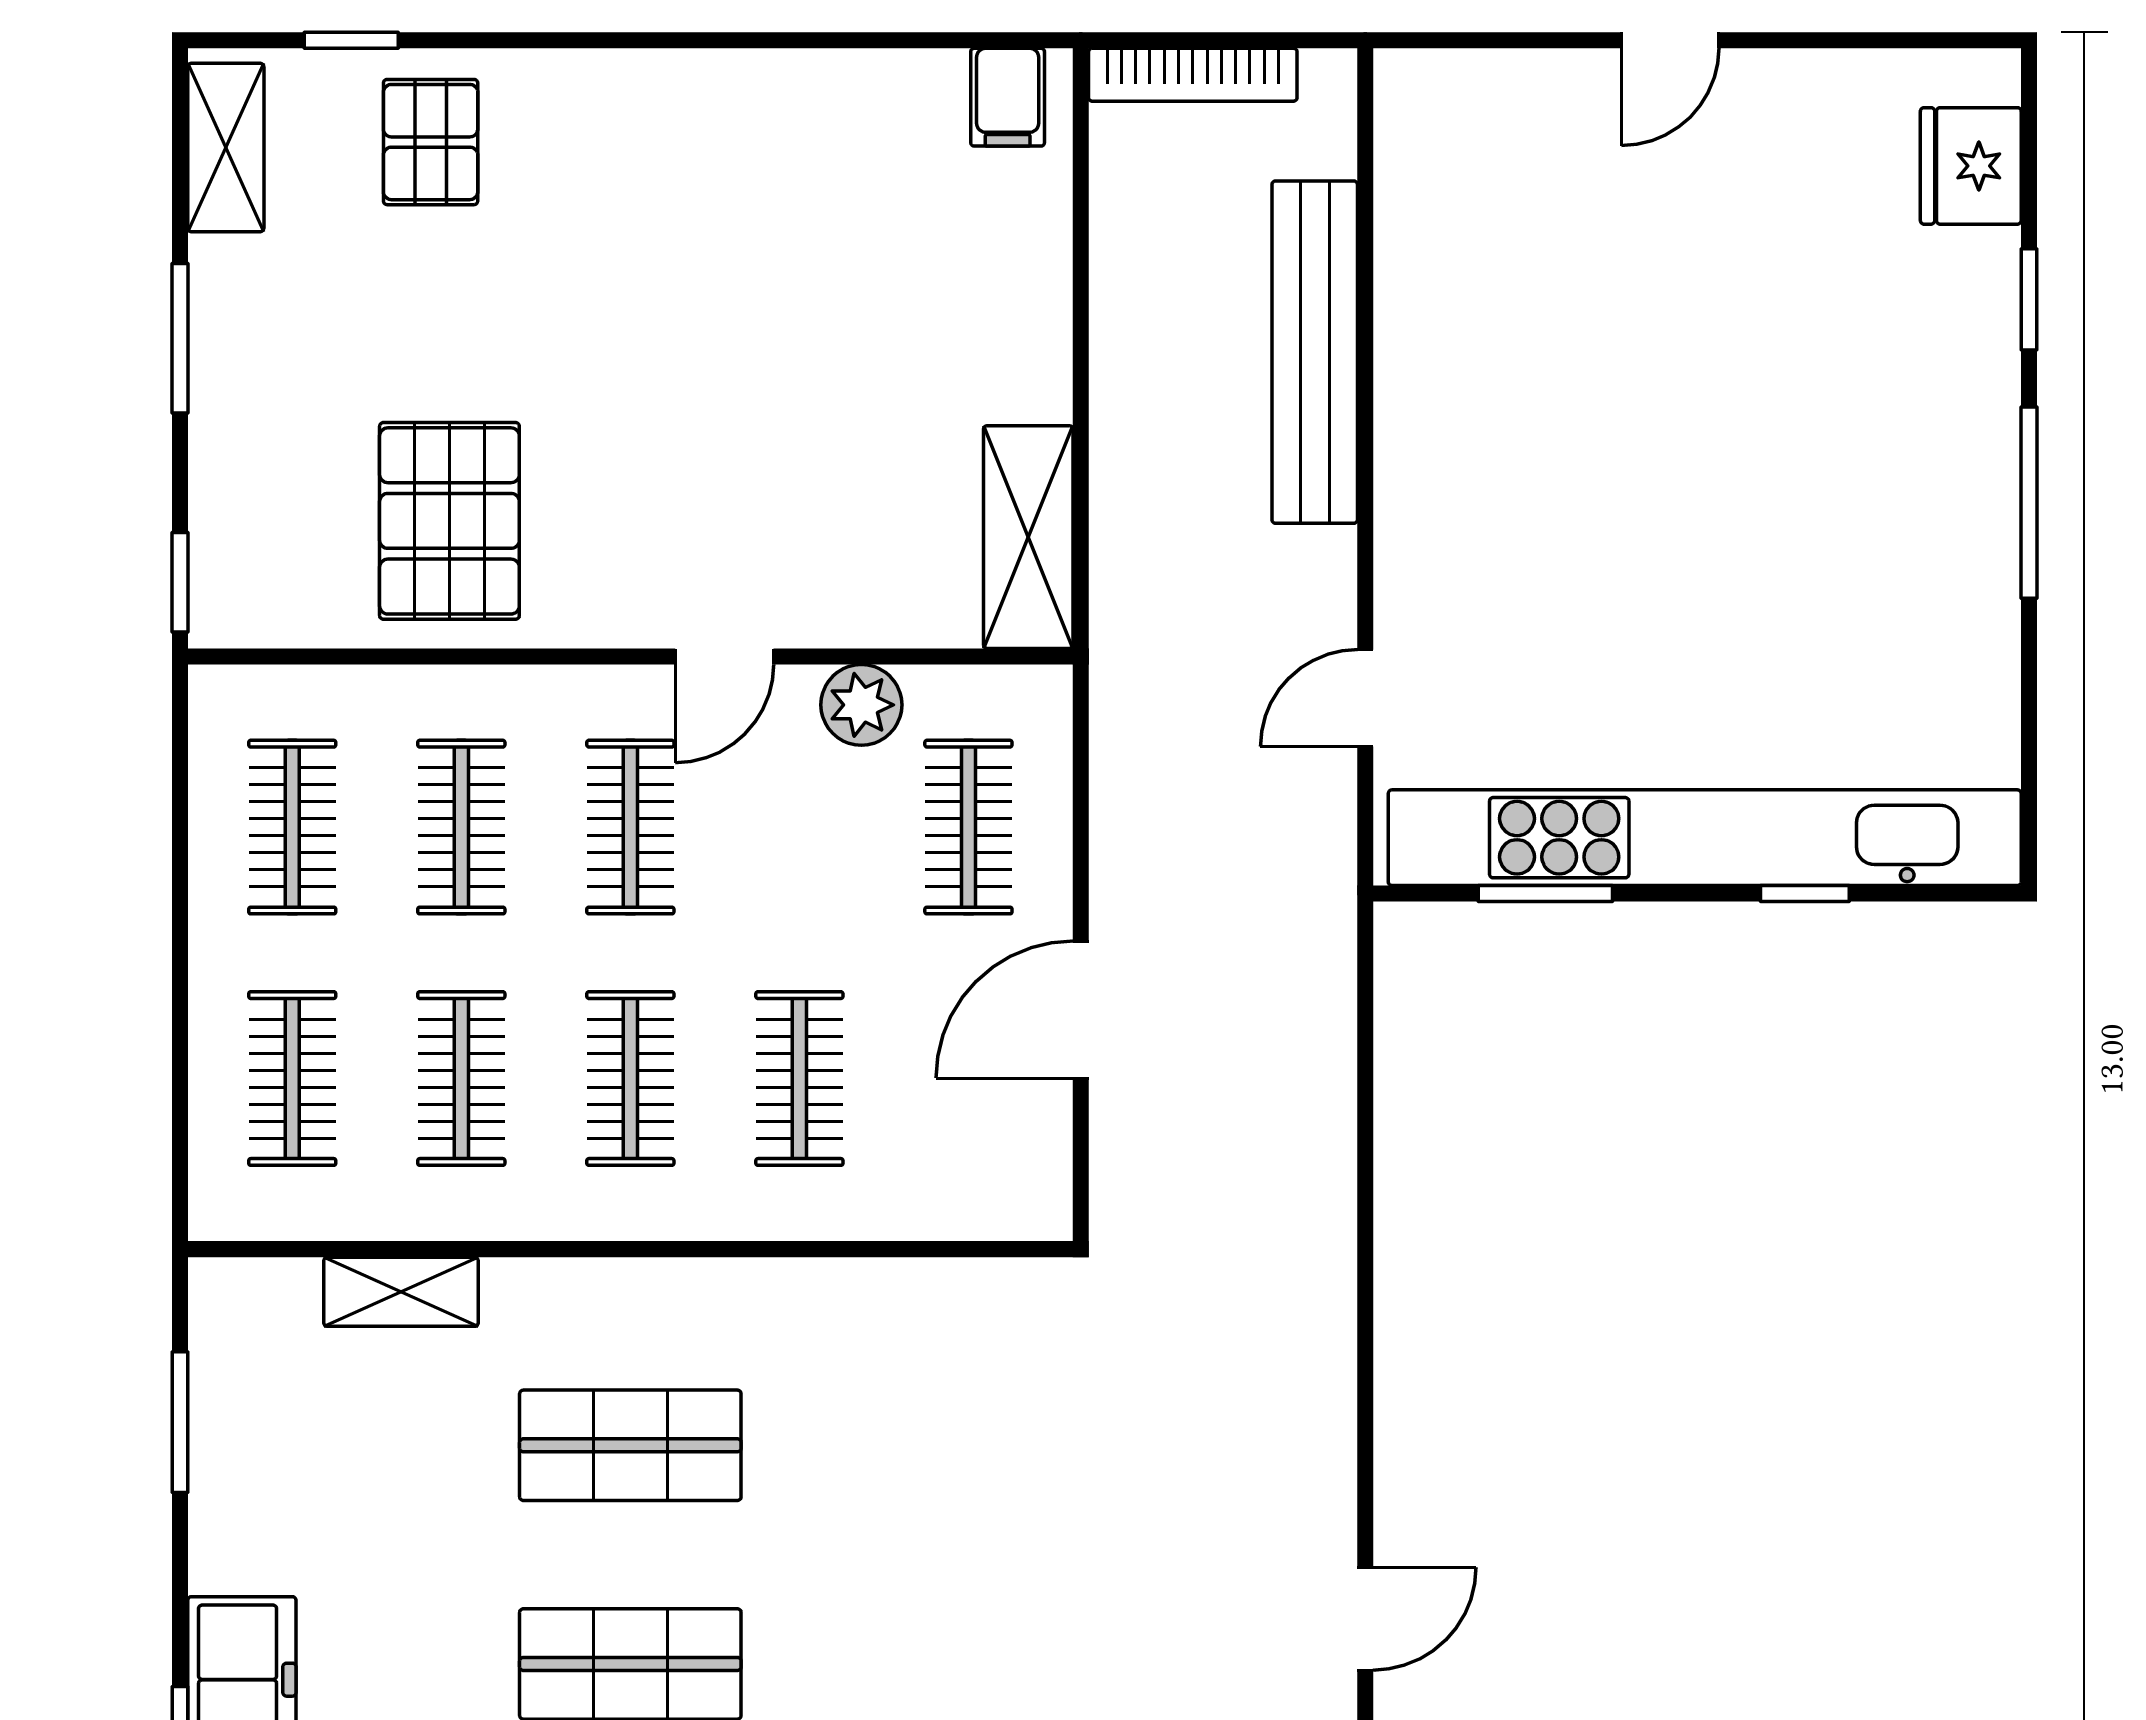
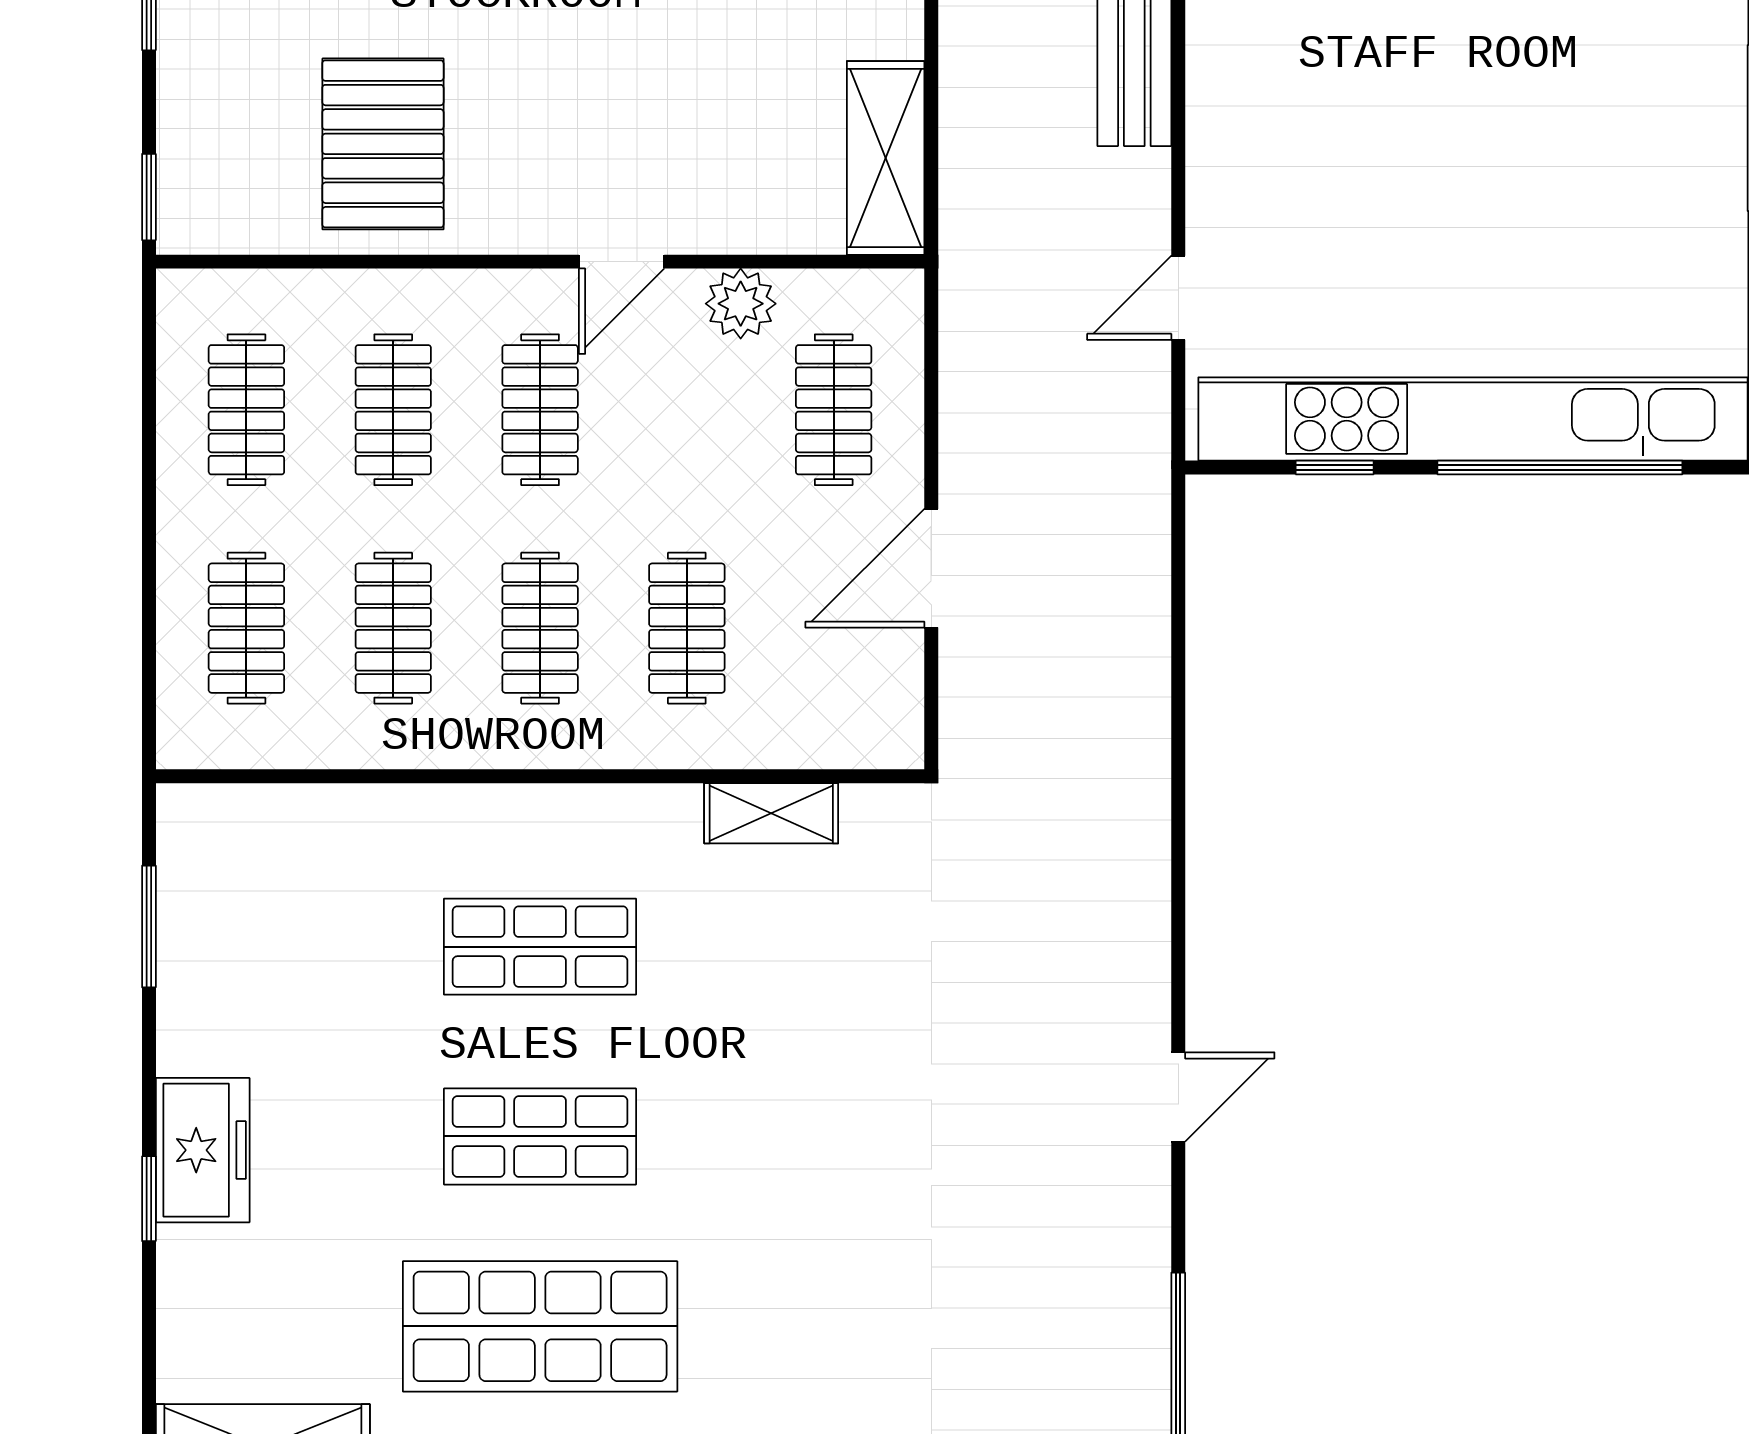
window: (1545, 894) -> (1335, 467), width x0.67
window: (1805, 894) -> (1560, 467), width x3.17
shelving: (401, 1292) -> (771, 813), moved

